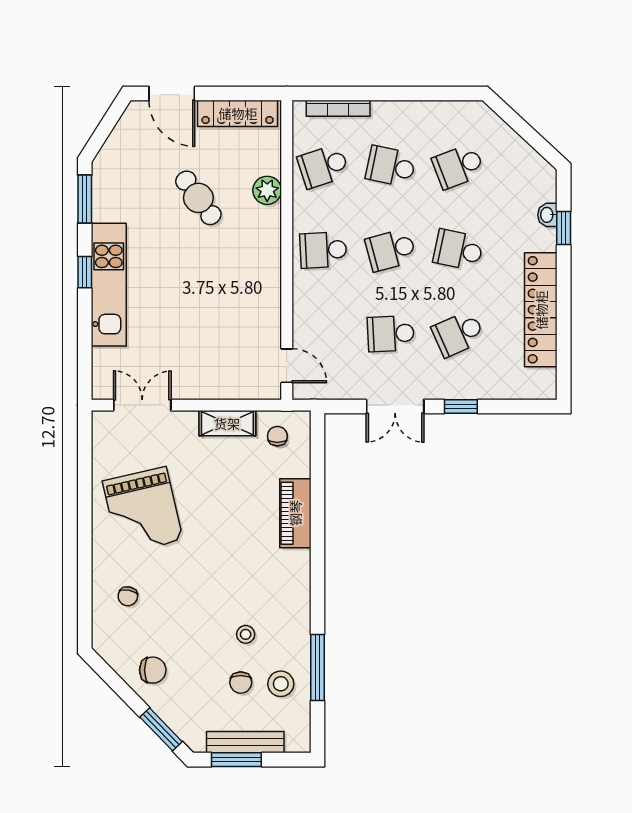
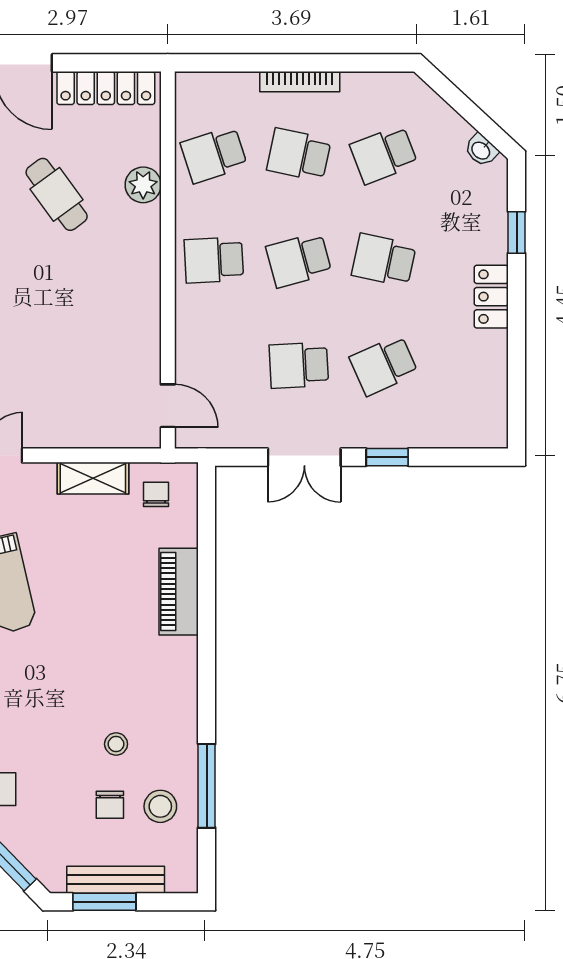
bookcase: (338, 108) -> (300, 82), moved
washbasin: (547, 215) -> (481, 150), moved, turned -47
locker: (541, 310) -> (491, 297), width x0.46, depth x0.83

